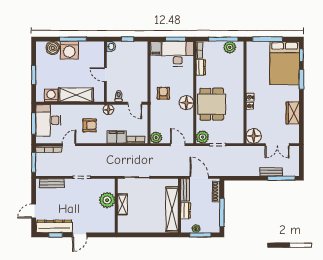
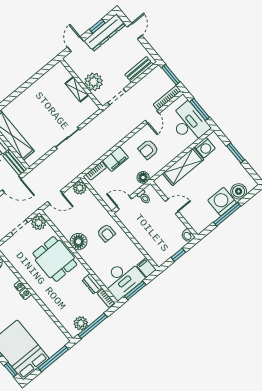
plant: (107, 200) -> (94, 82), moved
shelving: (122, 204) -> (77, 89), moved
wall: (116, 206) -> (81, 84), moved

